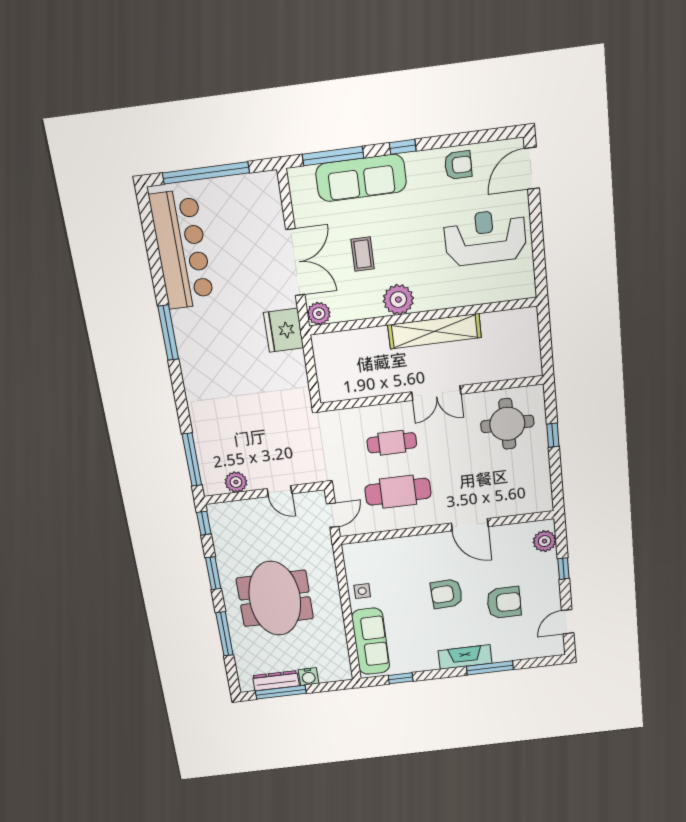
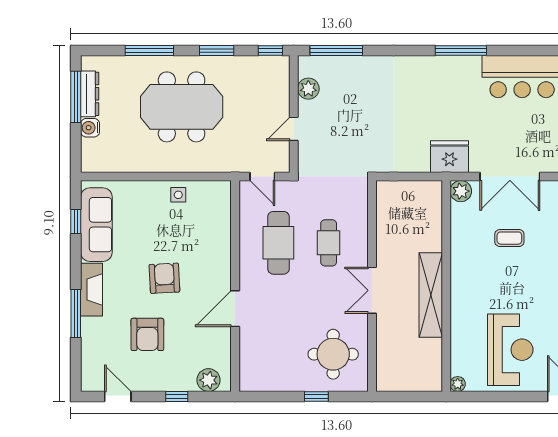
plant: (398, 300) -> (458, 384), moved, width x0.53, depth x0.53
sofa: (371, 641) -> (96, 225), moved, turned -90

